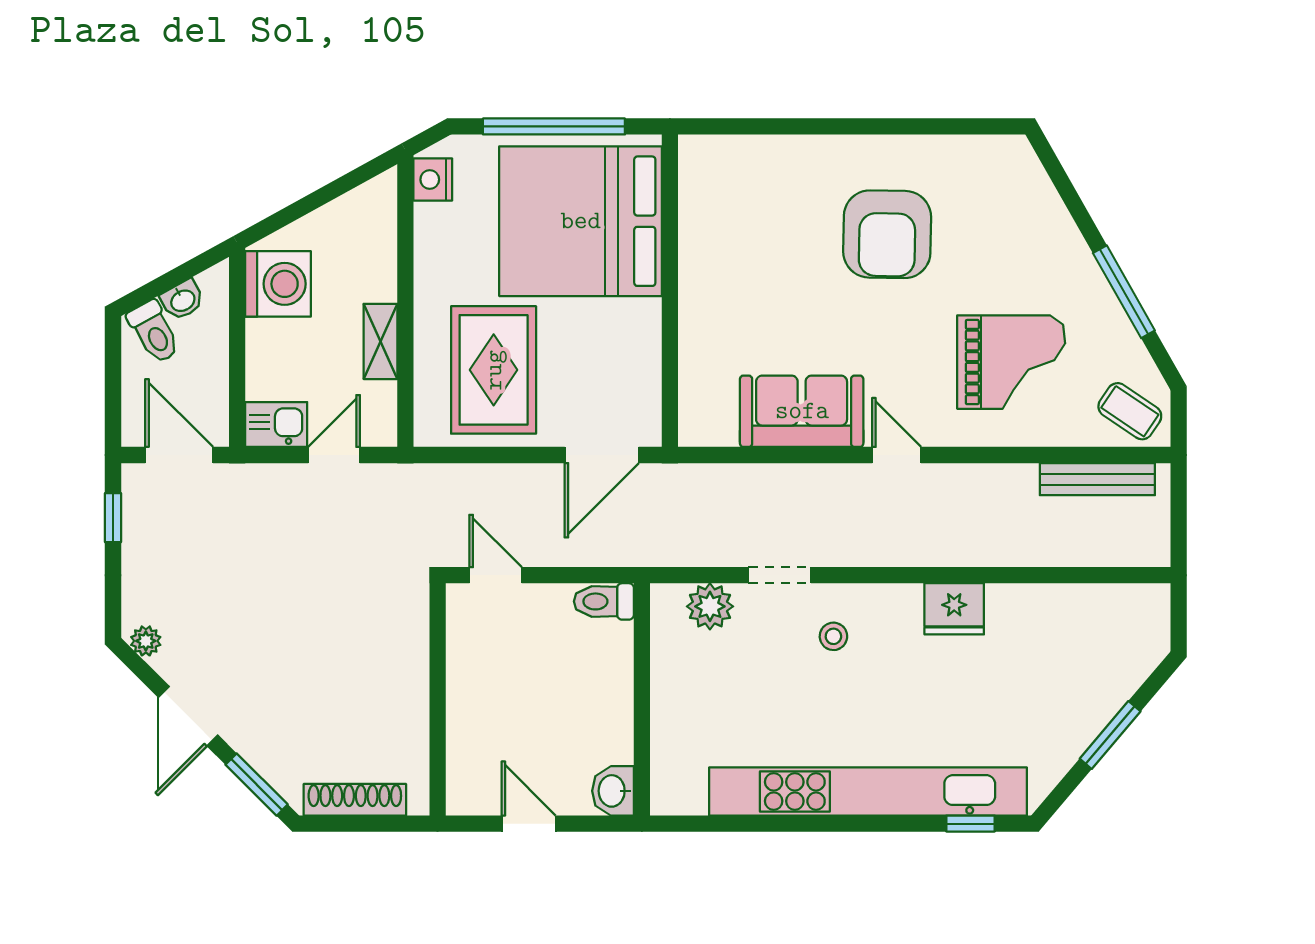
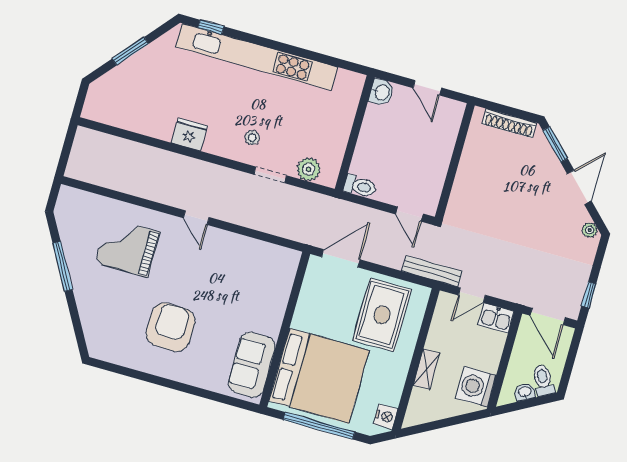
shelving: (381, 341) -> (426, 369), moved
sofa: (802, 411) -> (252, 365), moved, turned 90
coffee table: (1130, 411) -> (76, 207), removed
bench: (1097, 479) -> (432, 271), moved

